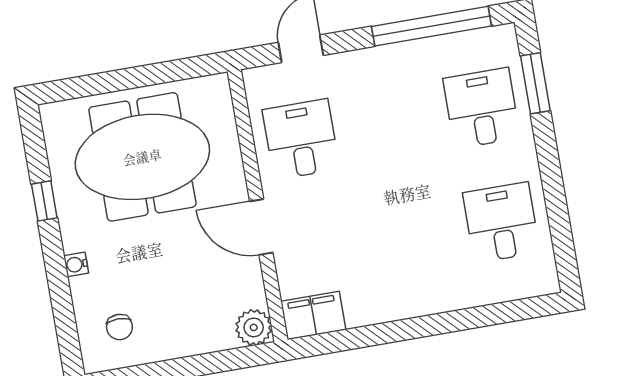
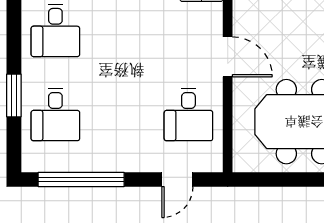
window: (535, 83) -> (14, 95), moved

